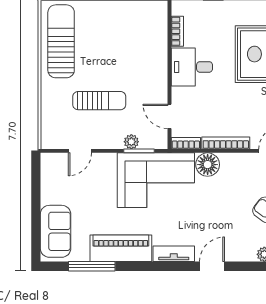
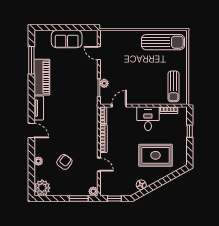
sun lounger: (99, 101) -> (173, 86), moved
floor lamp: (208, 165) -> (91, 128), removed
corner sofa: (156, 180) -> (82, 98), removed
sofa: (56, 231) -> (67, 39), moved

